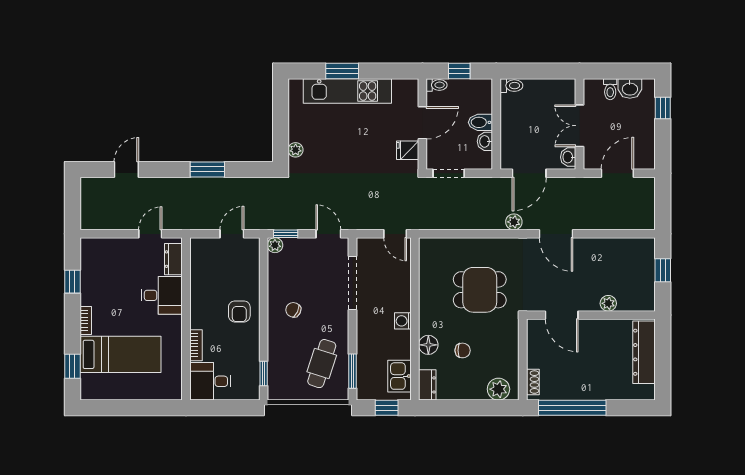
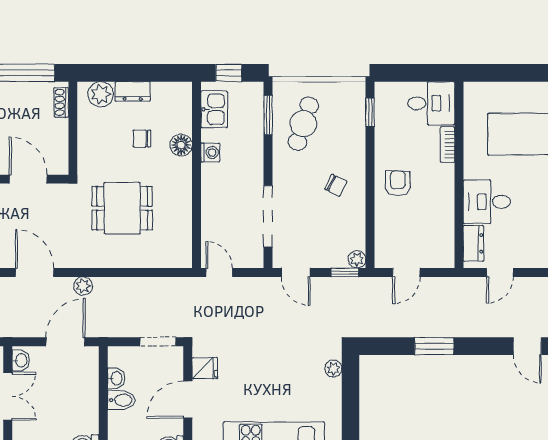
door: (126, 169) -> (527, 346), hinge flipped
washing machine: (403, 321) -> (210, 152), moved
dresser: (427, 385) -> (133, 91), moved, turned -90

